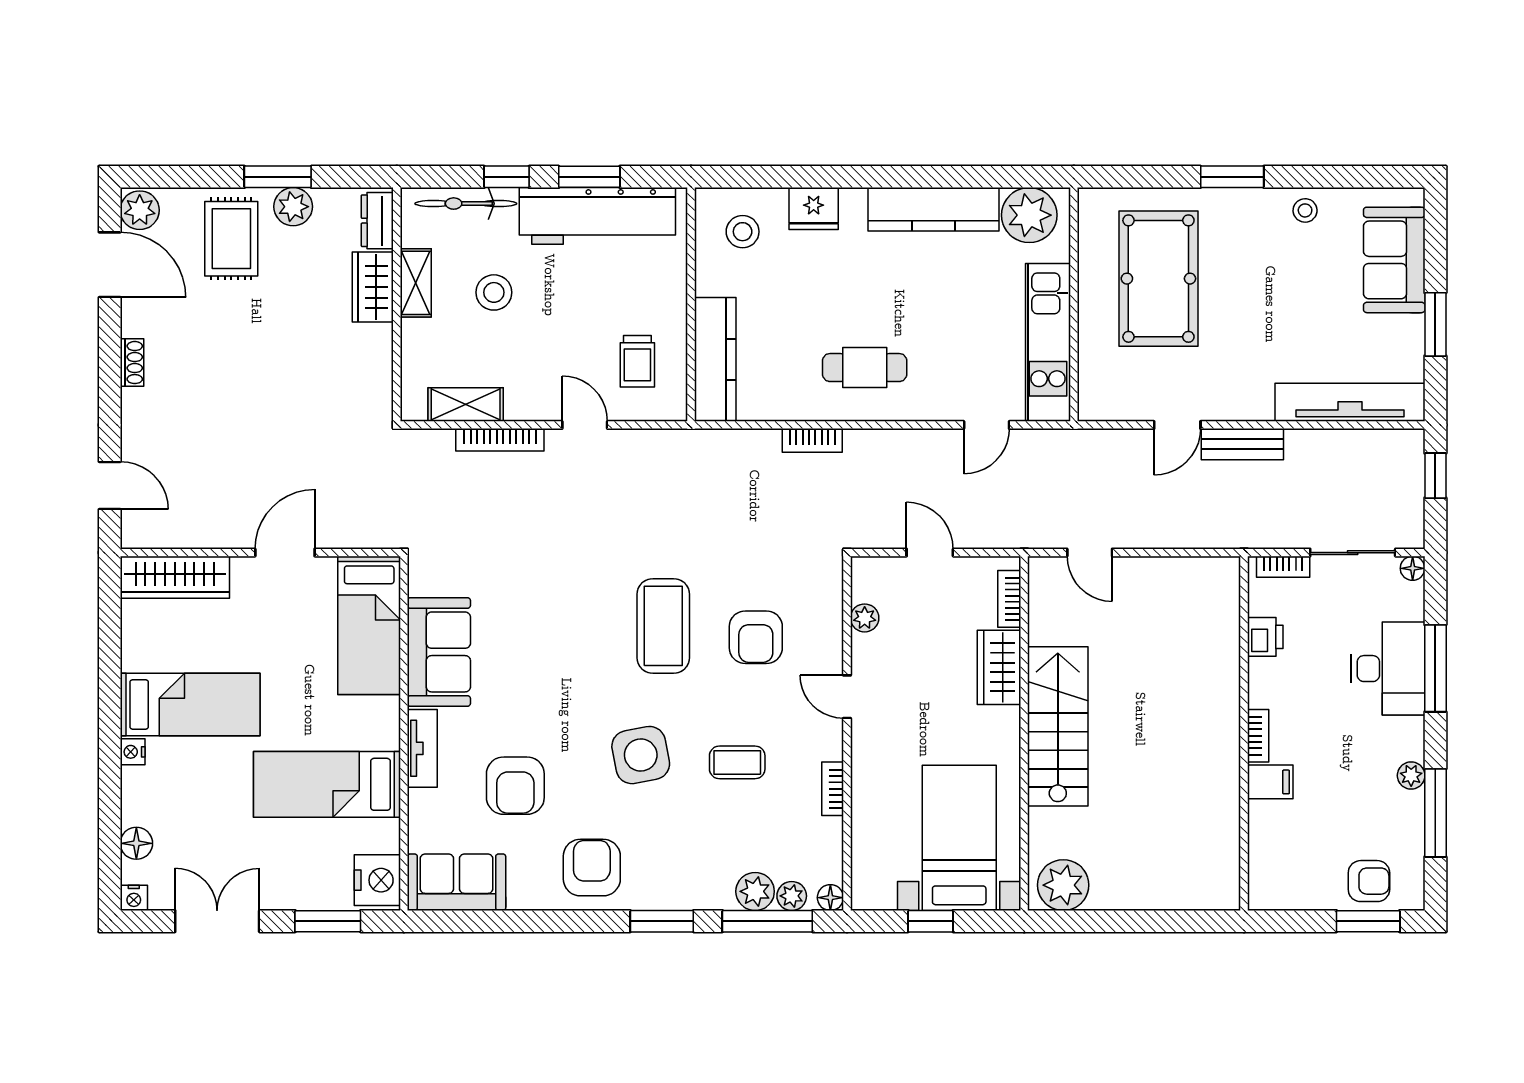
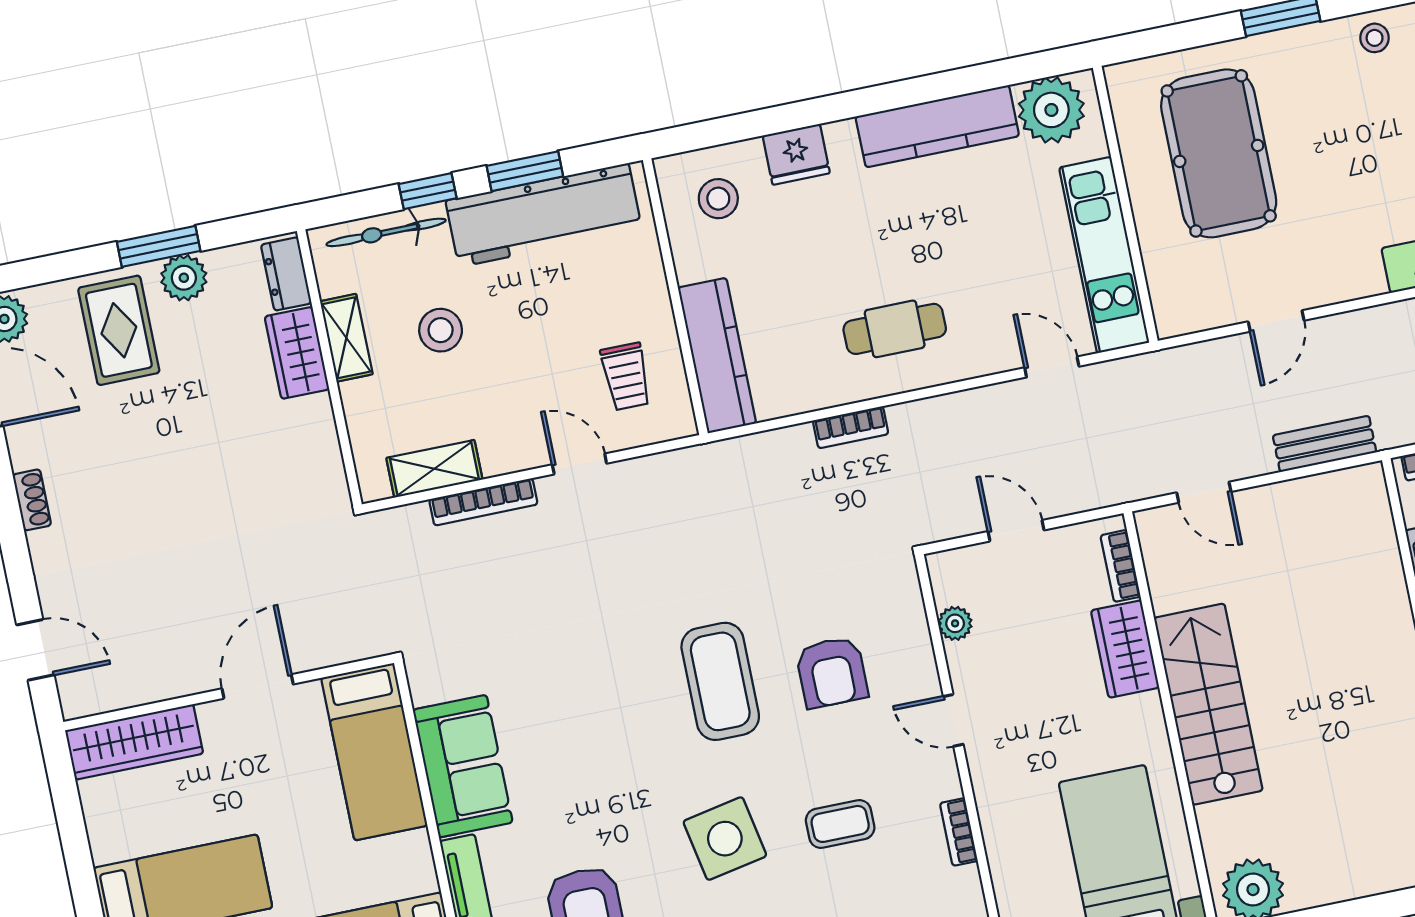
door: (987, 425) -> (1052, 367), swing flipped
bench: (1242, 444) -> (1325, 444), moved

